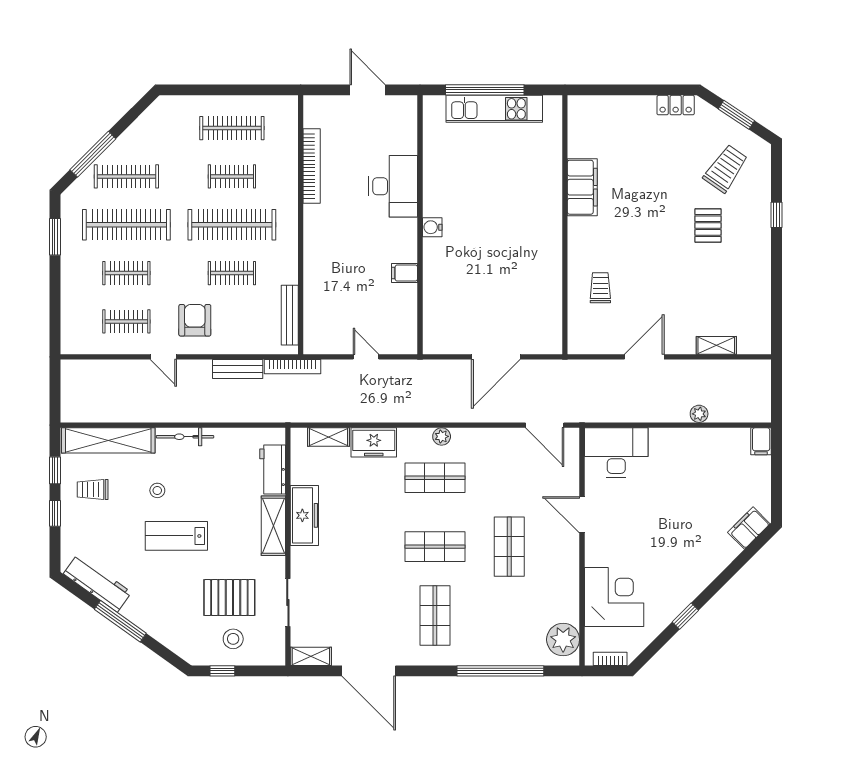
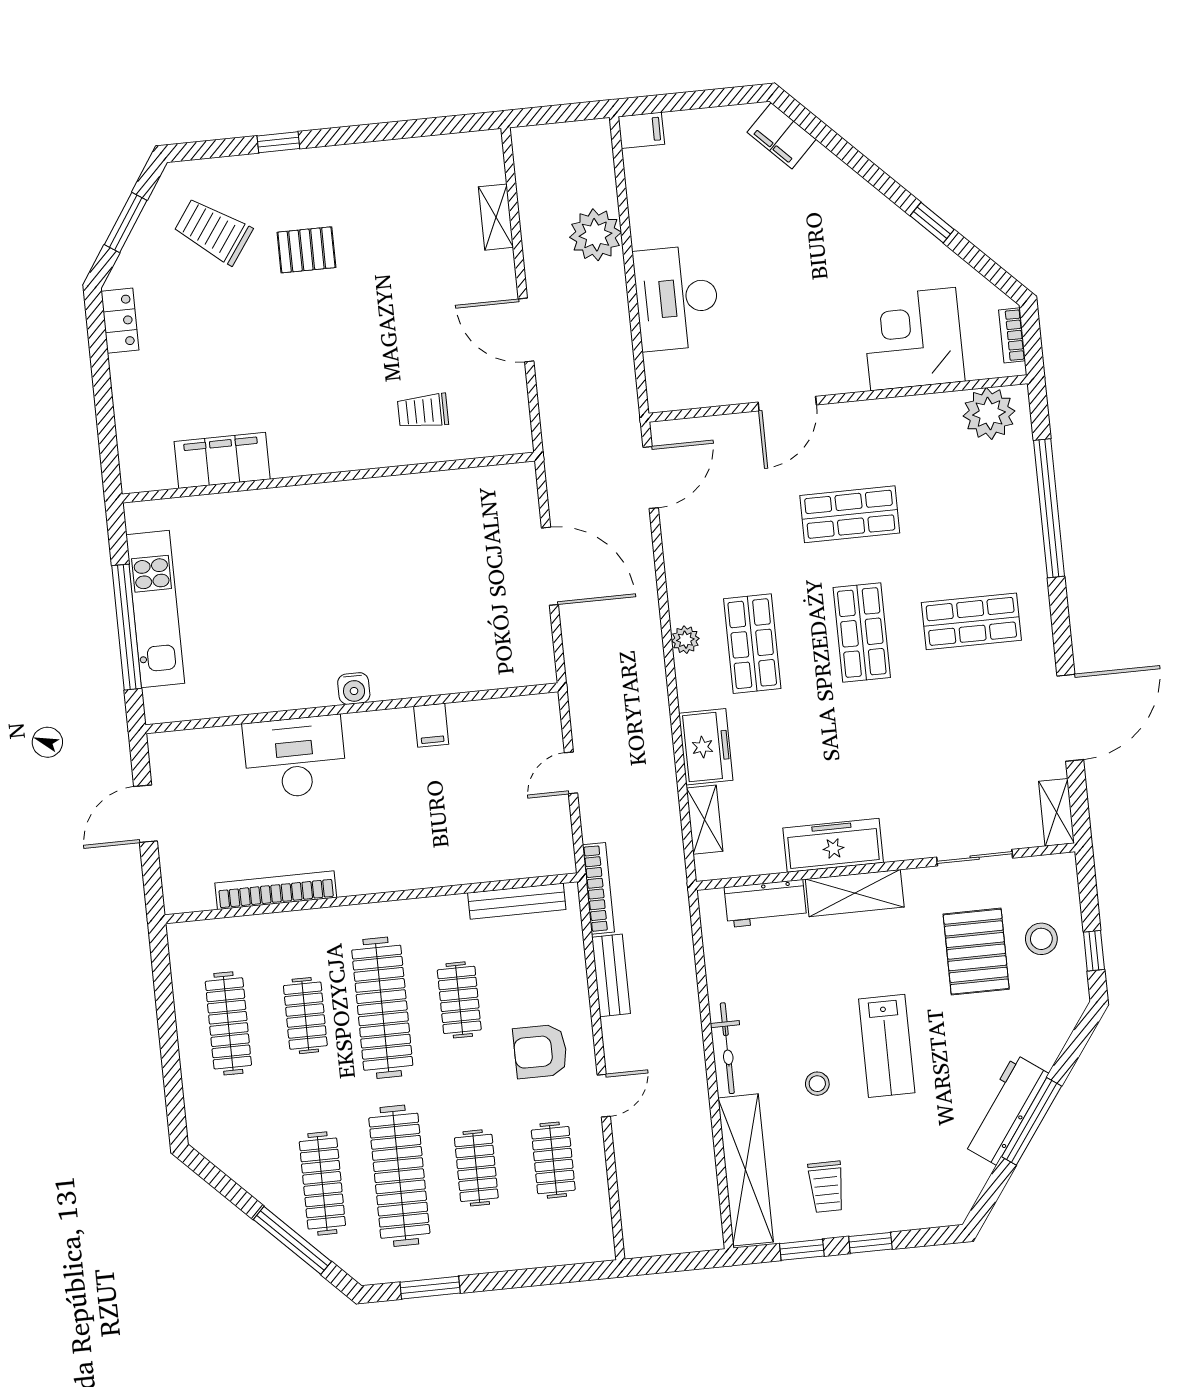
filing cabinet: (582, 187) -> (222, 460), moved
plant: (699, 414) -> (596, 235), width x1.87, depth x1.87
desk: (616, 453) -> (677, 298), moved
workbench: (97, 583) -> (1006, 1110), moved

